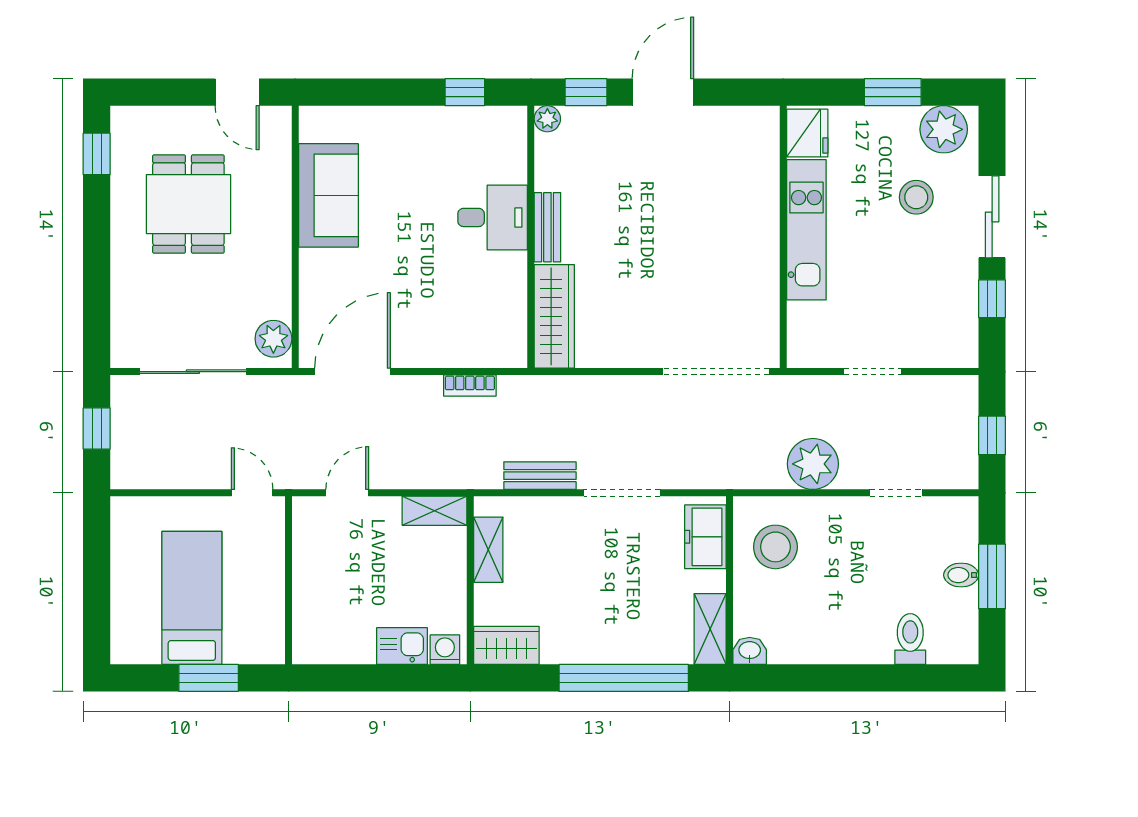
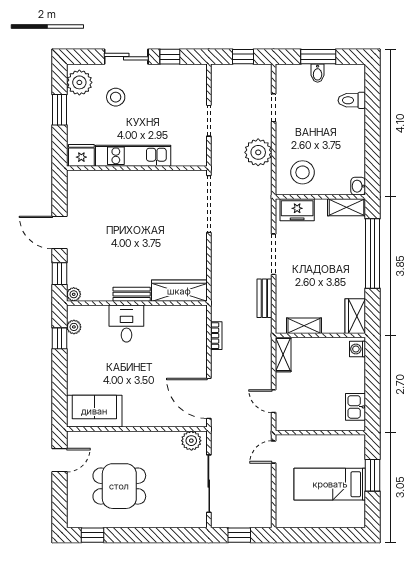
plant: (486, 119) -> (74, 327), added
sofa: (328, 195) -> (94, 411), moved
kitchen sink: (402, 646) -> (356, 407), moved

